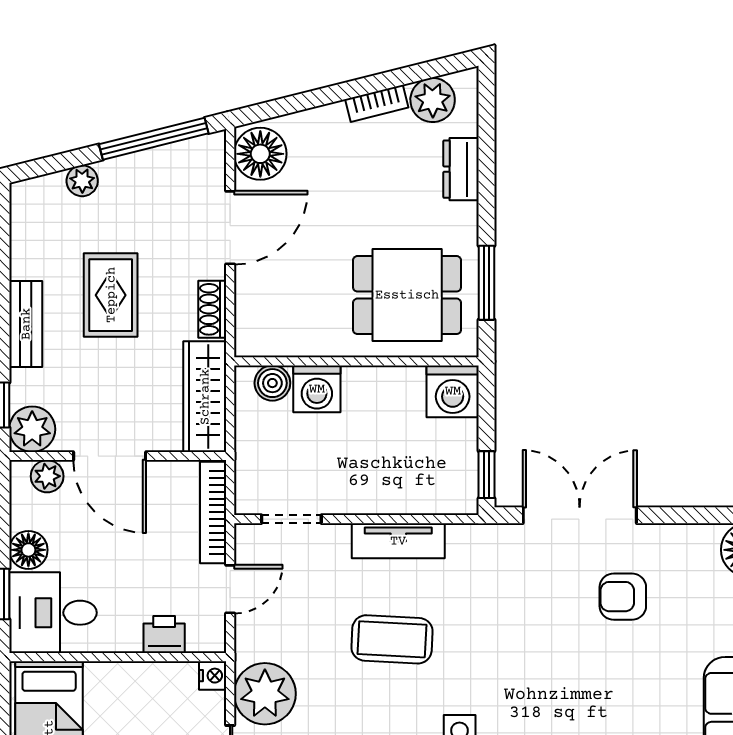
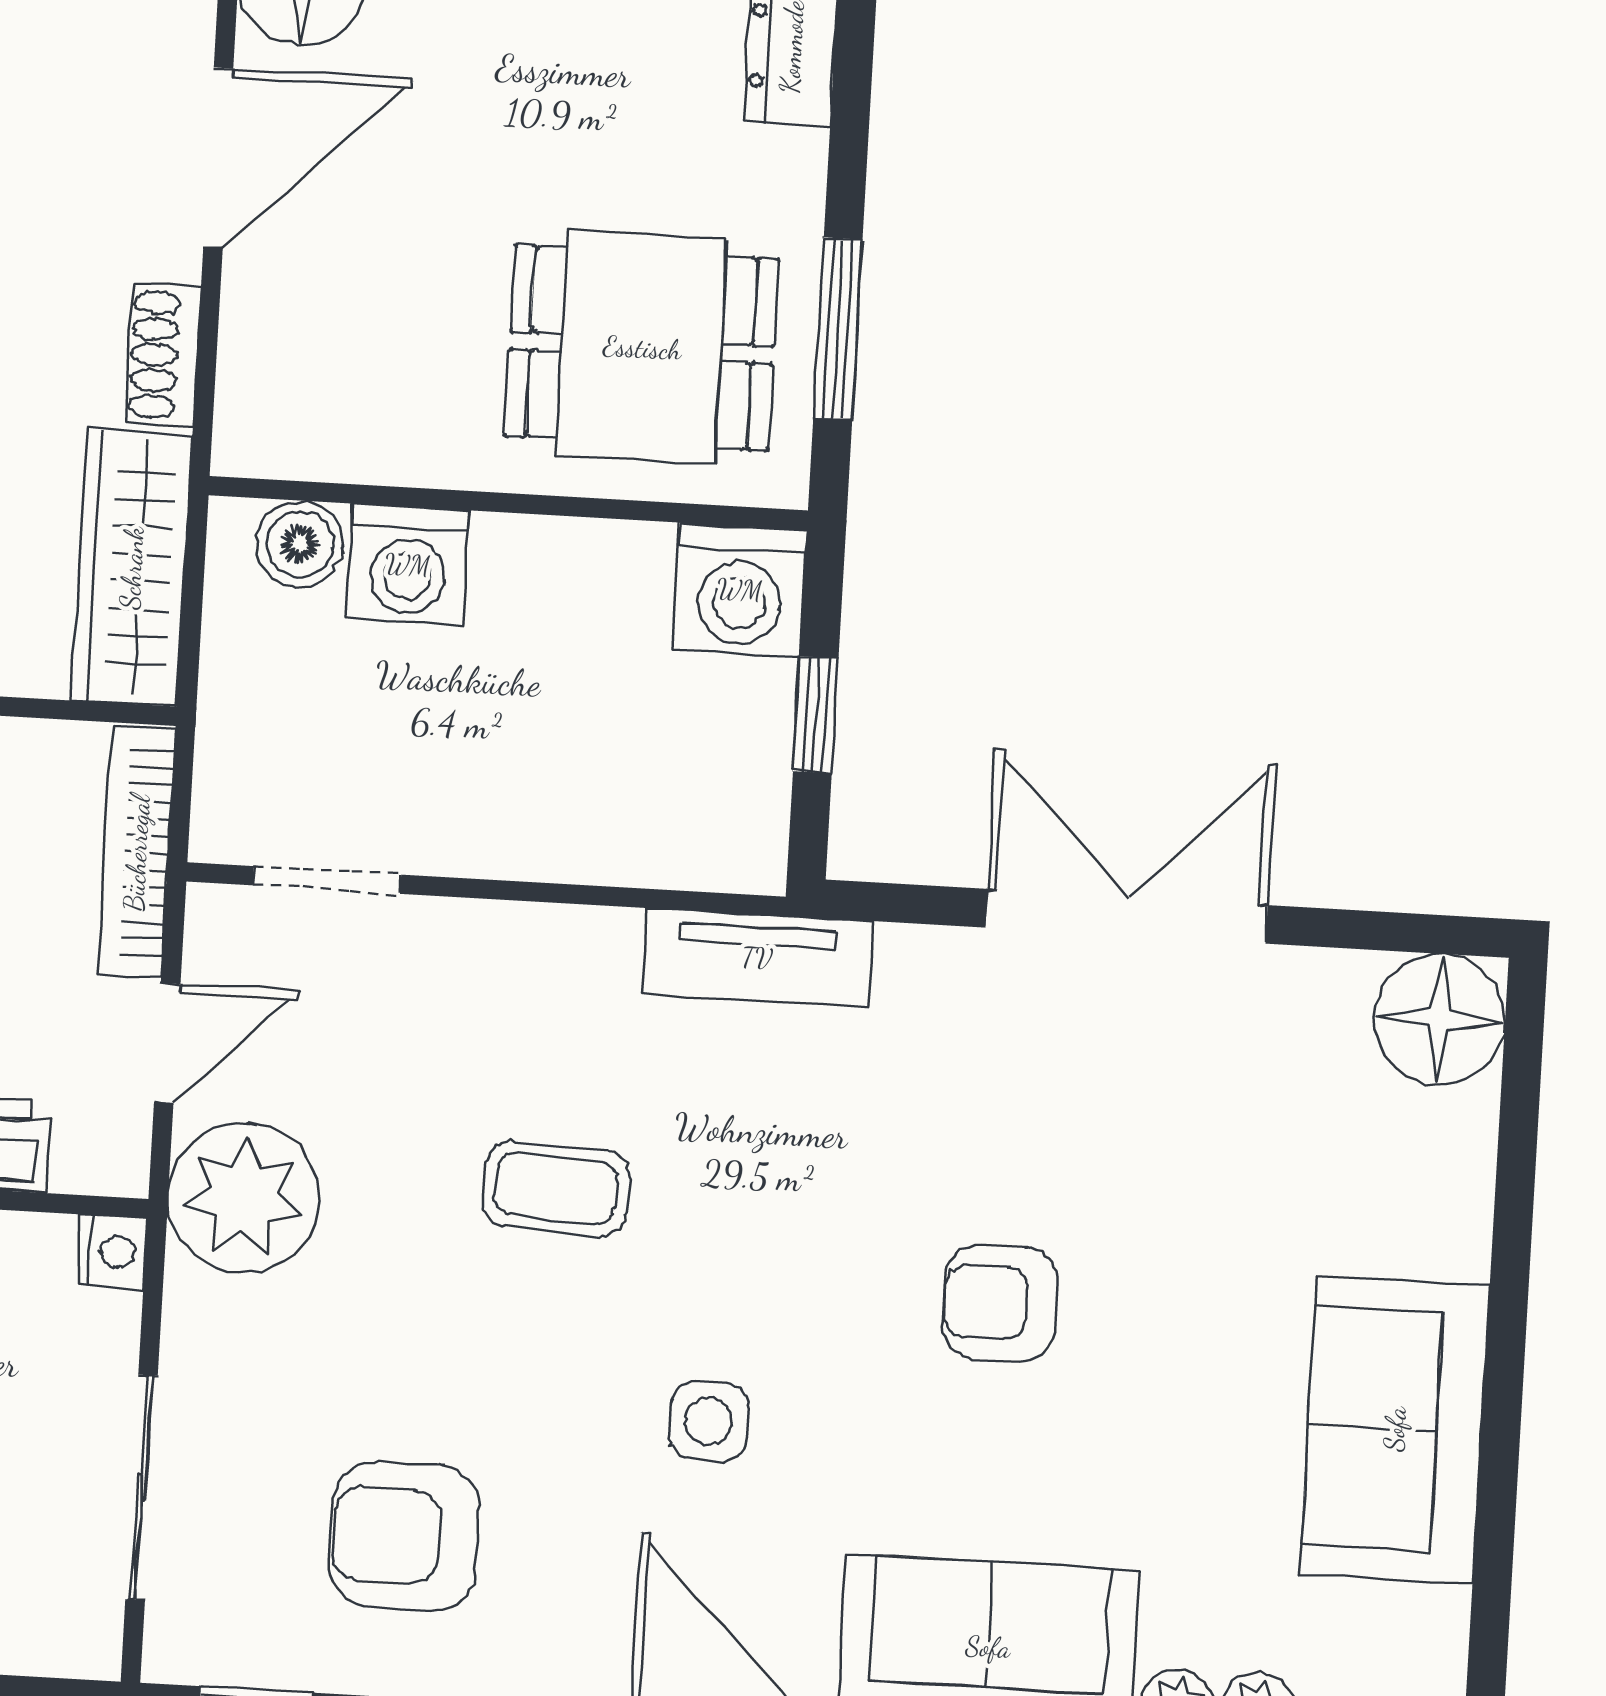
window: (487, 475) -> (816, 715), moved
double door: (580, 515) -> (1127, 916), moved
tv unit: (398, 541) -> (757, 958), moved
armchair: (623, 597) -> (1000, 1303), moved
coffee table: (392, 639) -> (556, 1188), width x0.73, depth x0.77
plant: (265, 694) -> (244, 1197), moved

